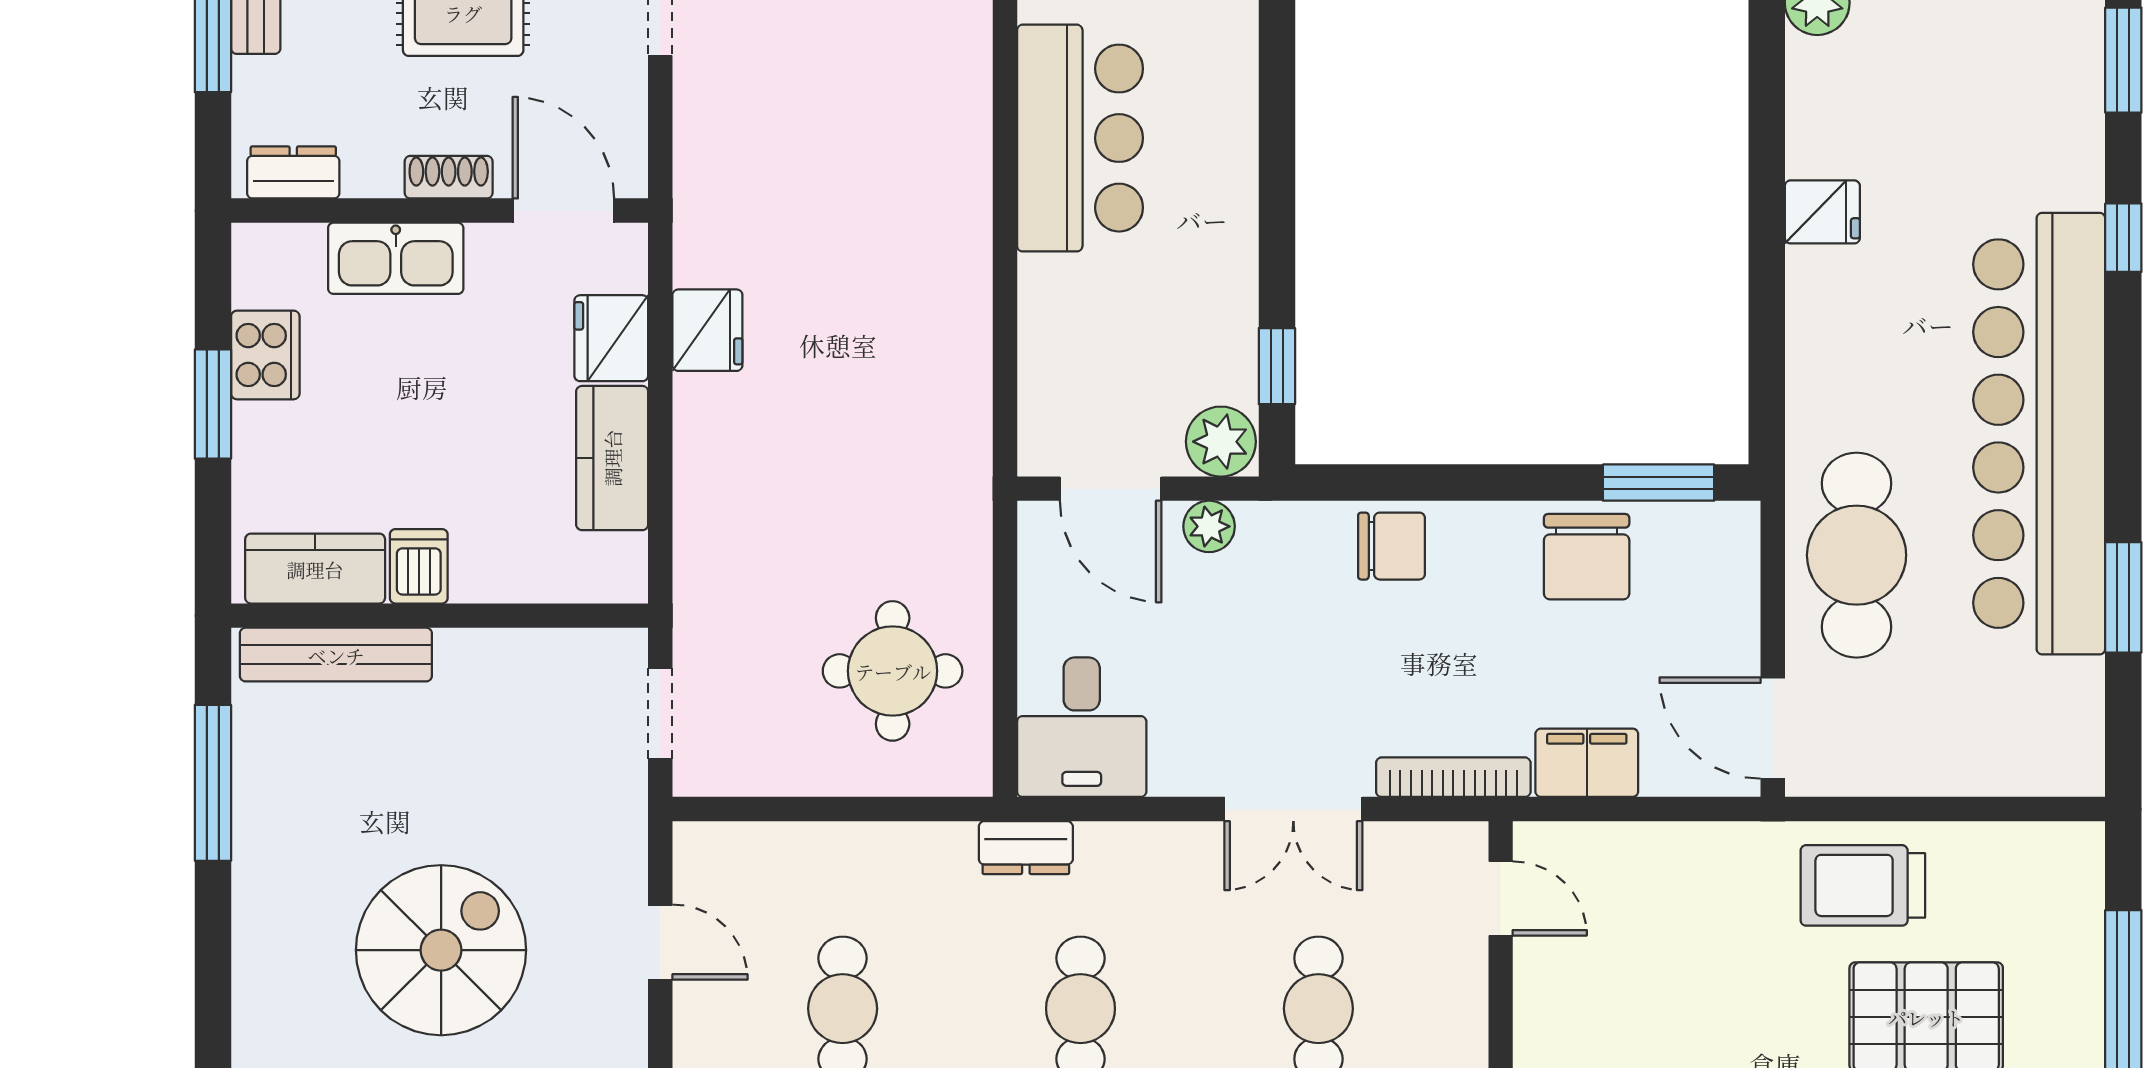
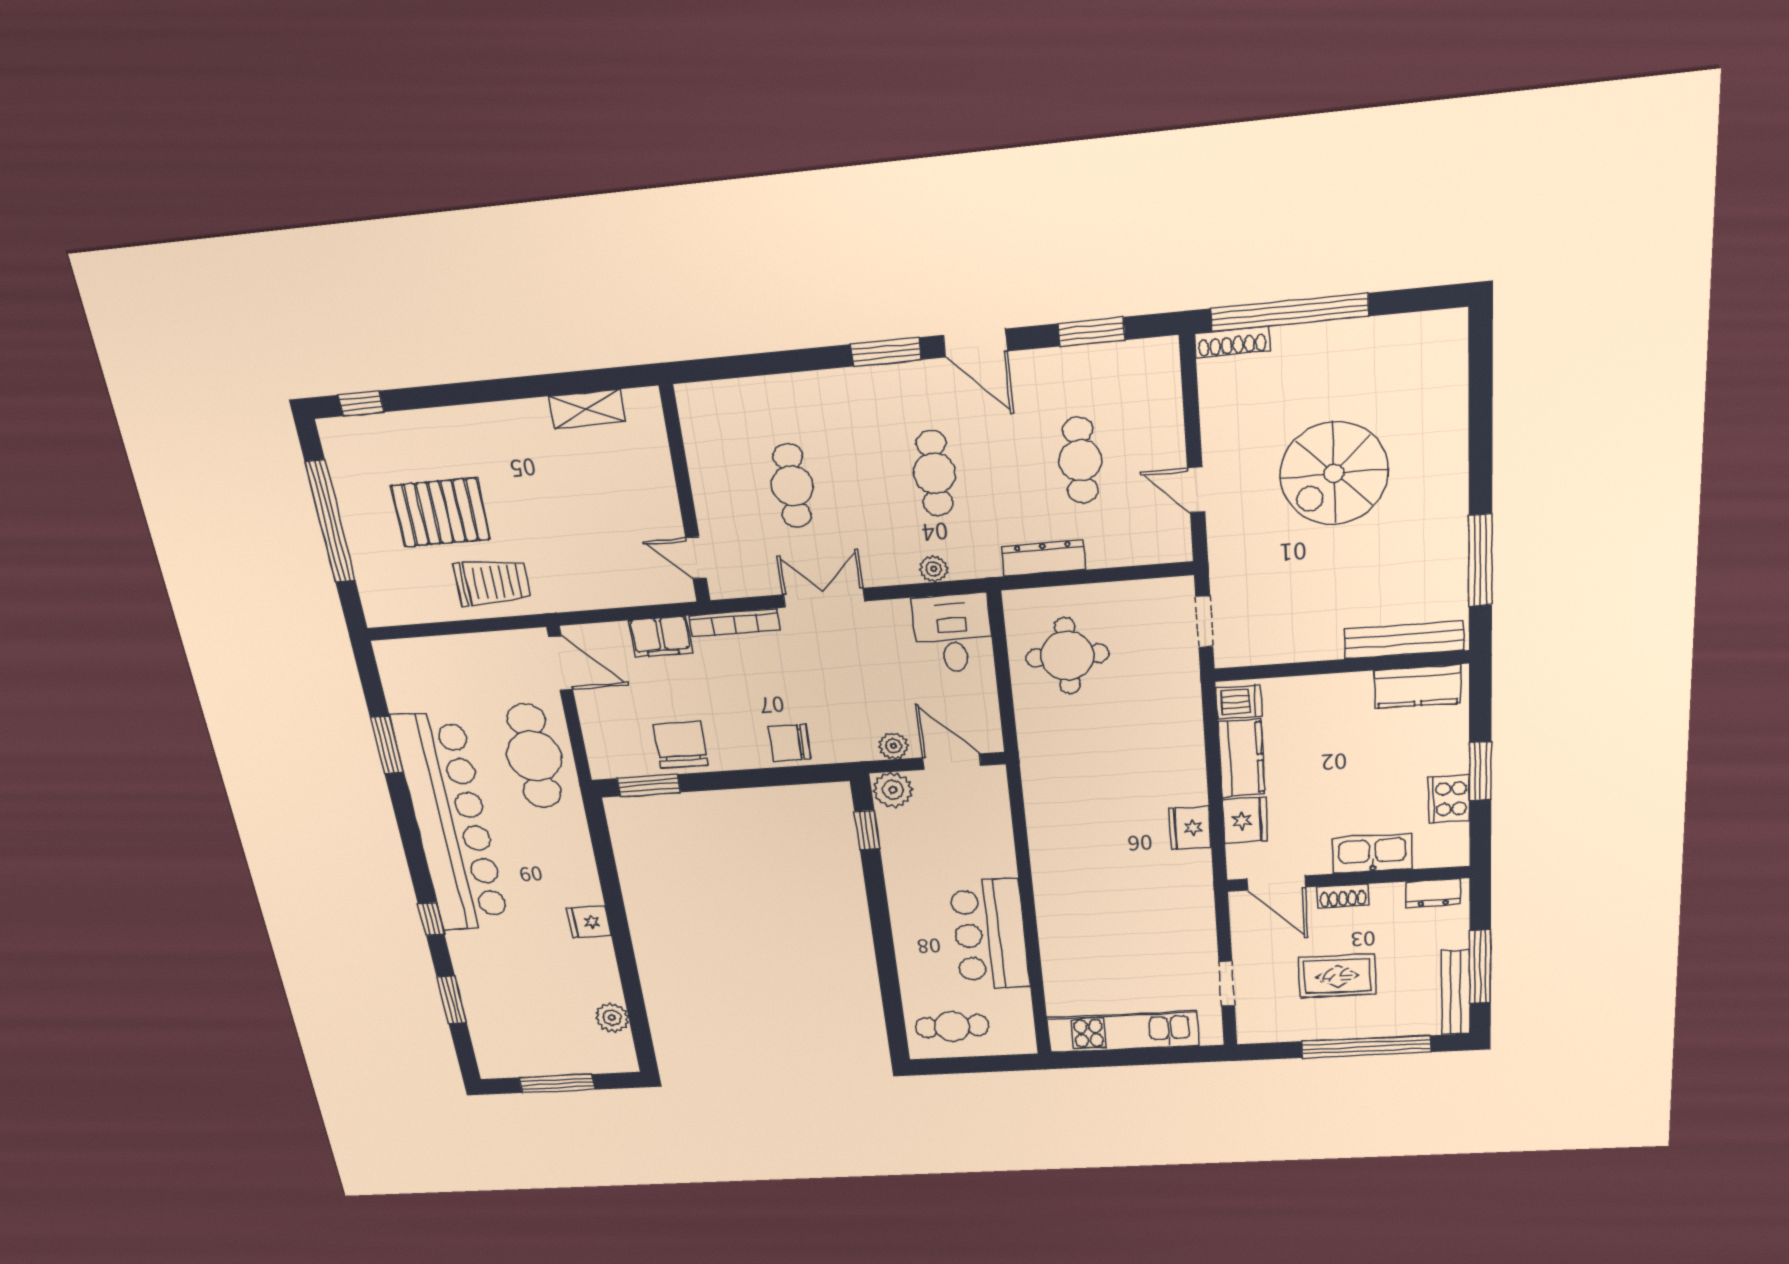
dishwasher: (419, 566) -> (1239, 702), moved, turned -90
plant: (1101, 845) -> (934, 569), added
dresser: (1026, 848) -> (1043, 558), moved, width x1.44

